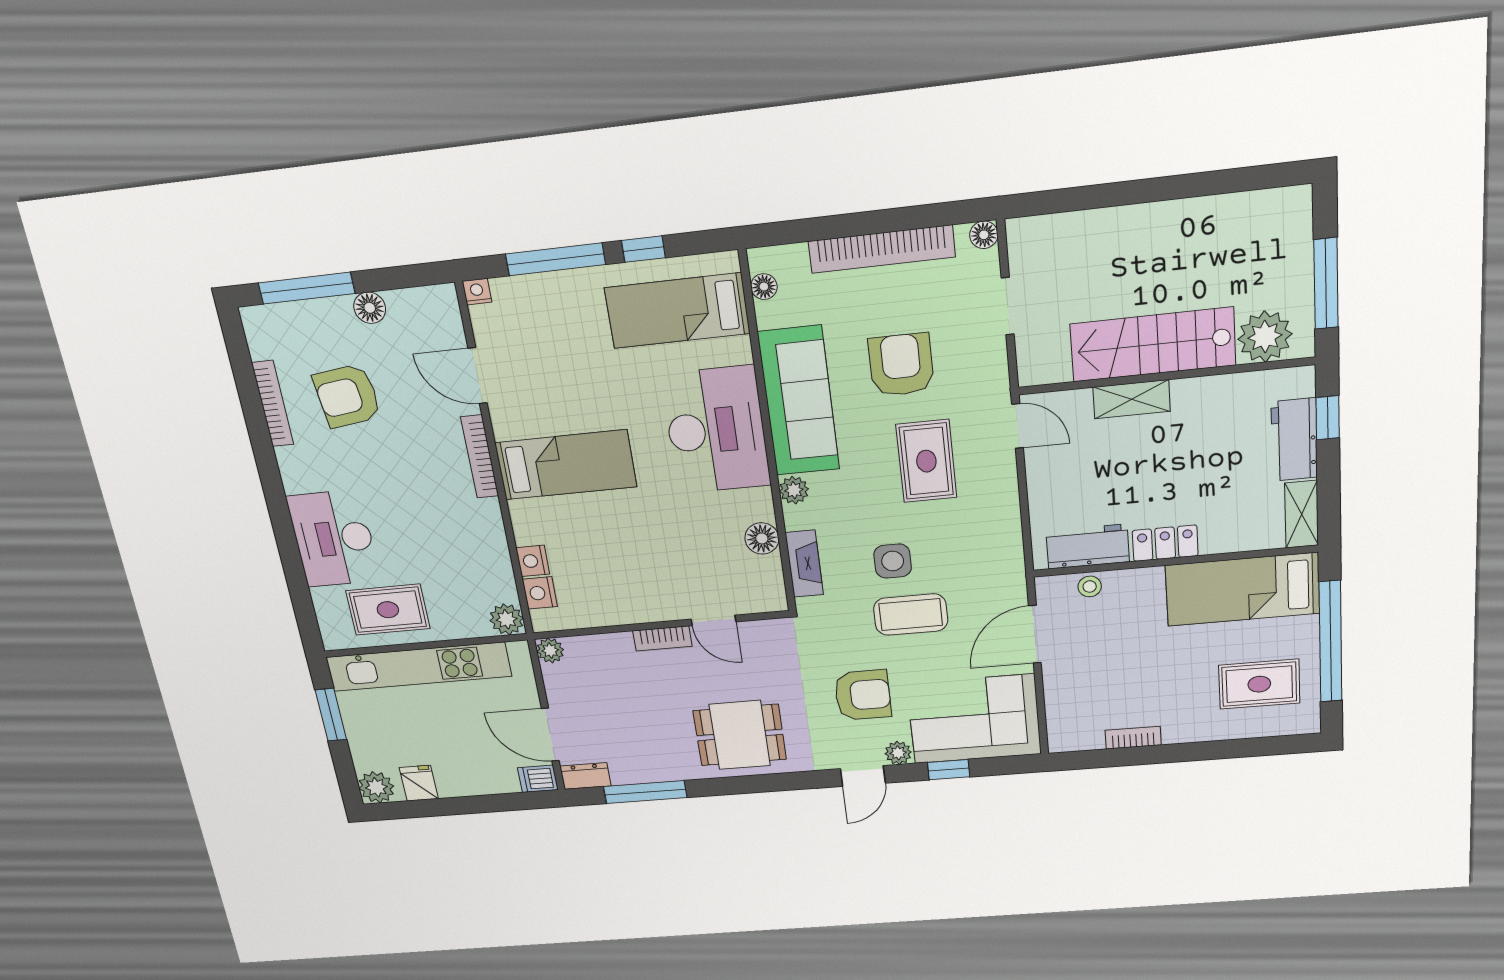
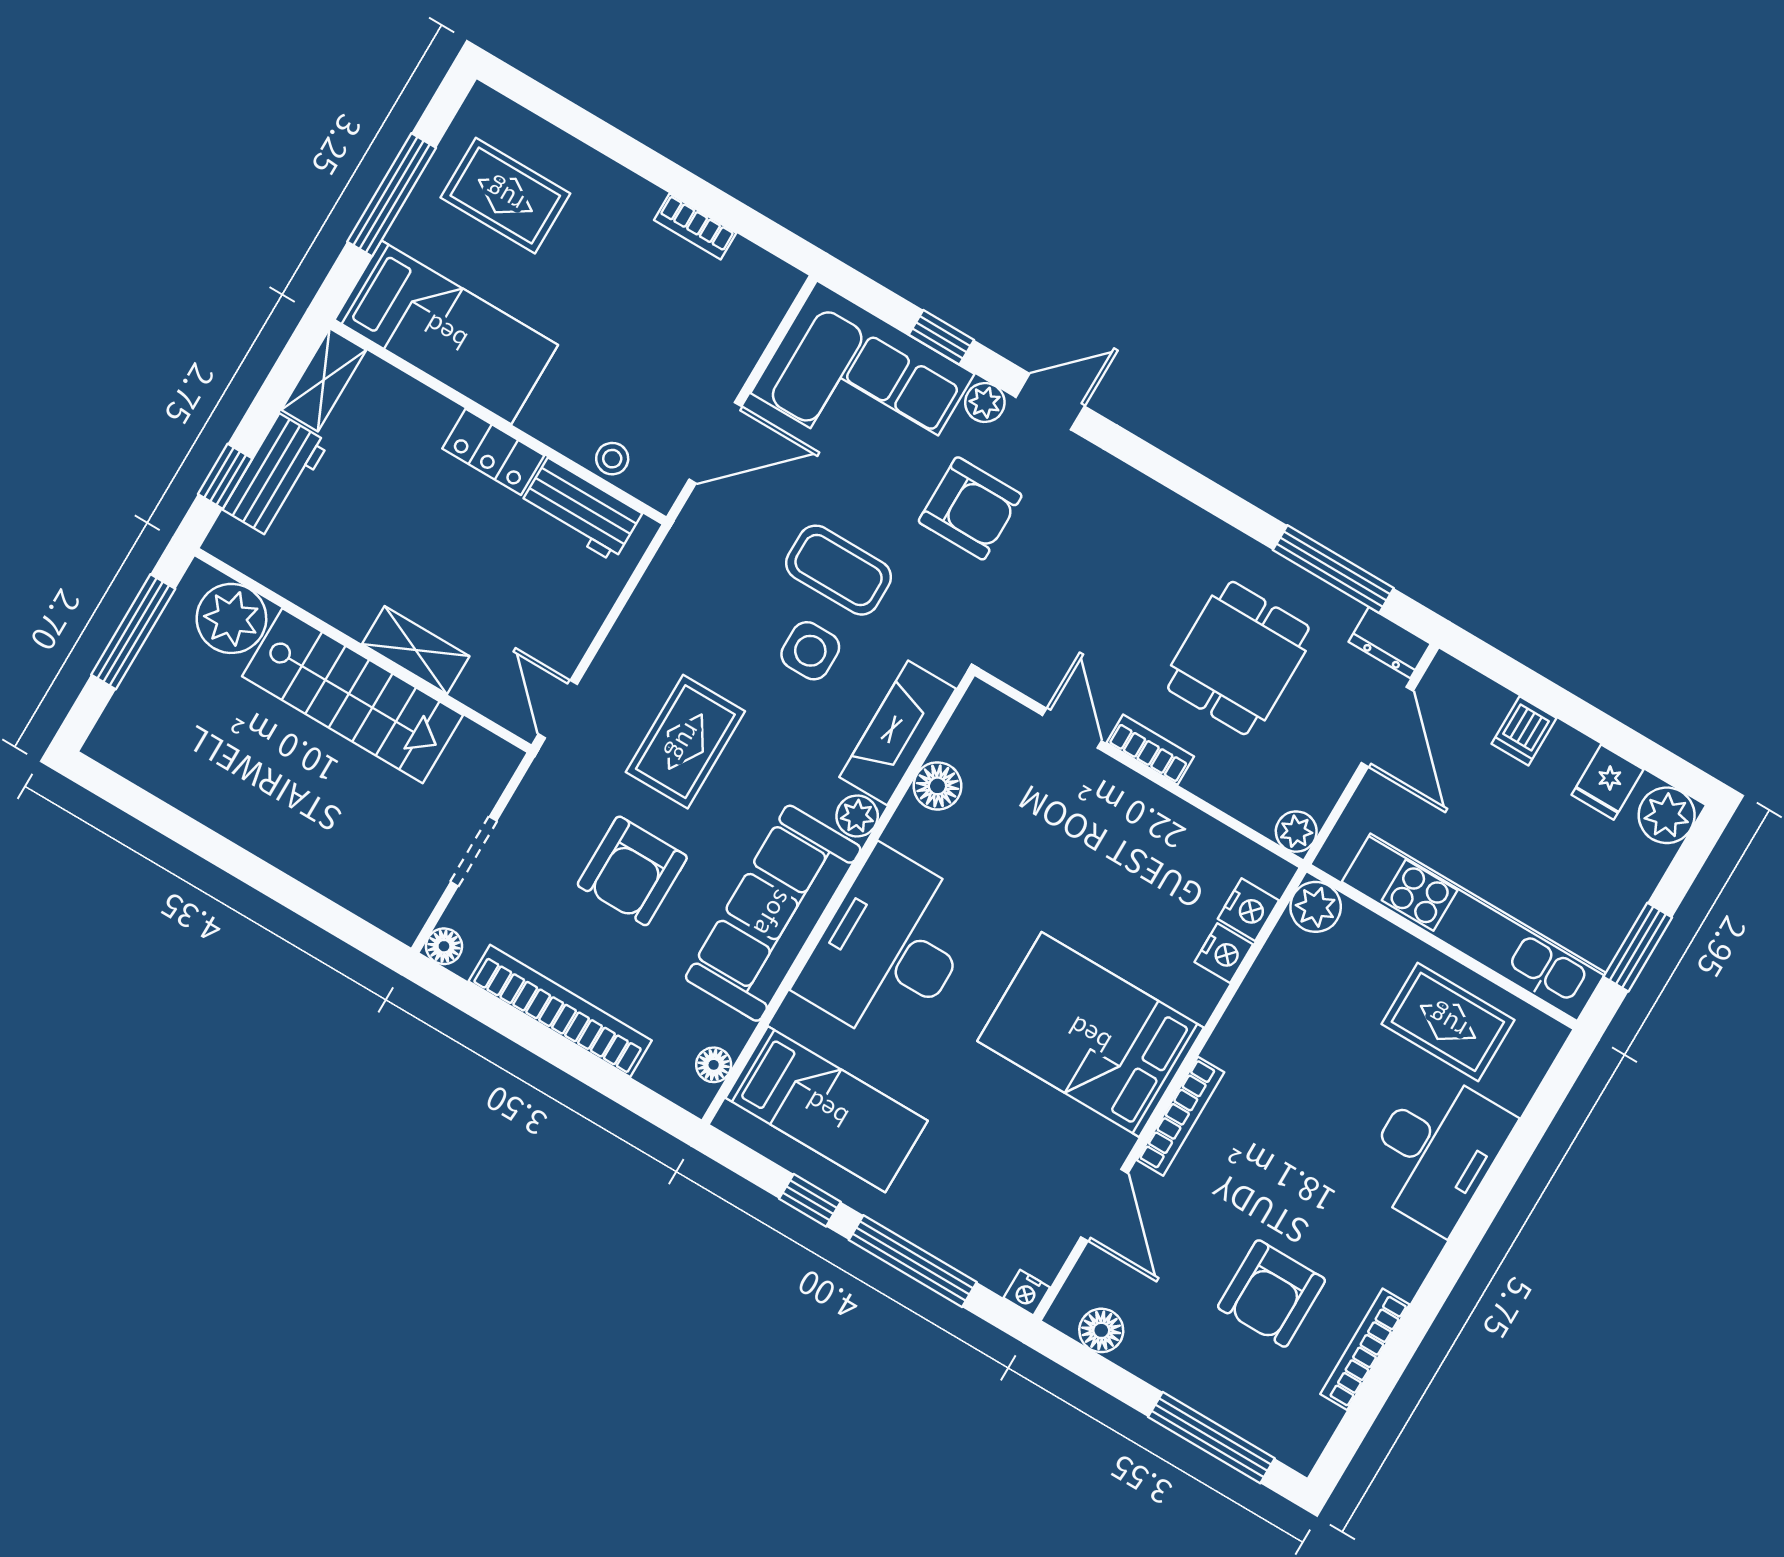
floor lamp: (370, 308) -> (1101, 1330), moved
armchair: (347, 396) -> (1271, 1293), turned 97
bed: (566, 465) -> (1090, 1034), width x1.50
fireplace: (804, 564) -> (898, 733), width x1.37, depth x1.32
window: (1331, 642) -> (392, 195), width x0.68
armchair: (863, 695) -> (970, 508), turned 180
dining table: (740, 735) -> (1238, 658), moved, turned 90
dishwasher: (538, 779) -> (1524, 731), moved, turned 90

